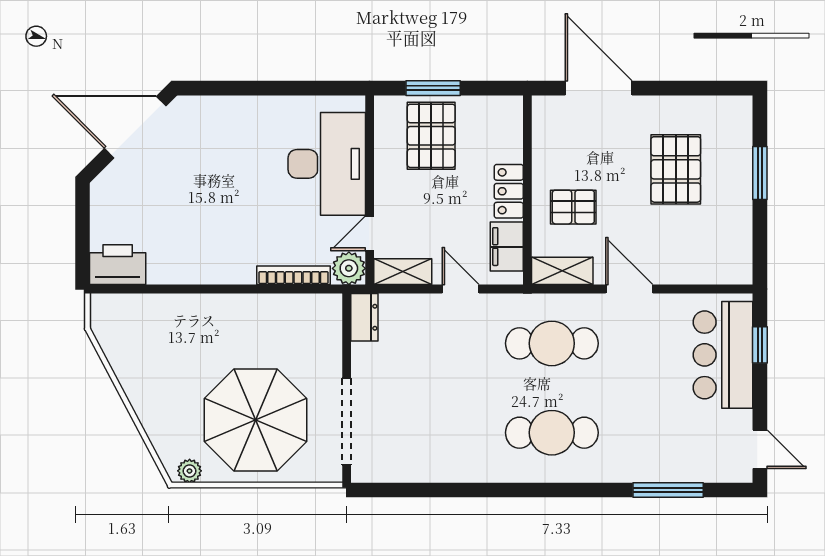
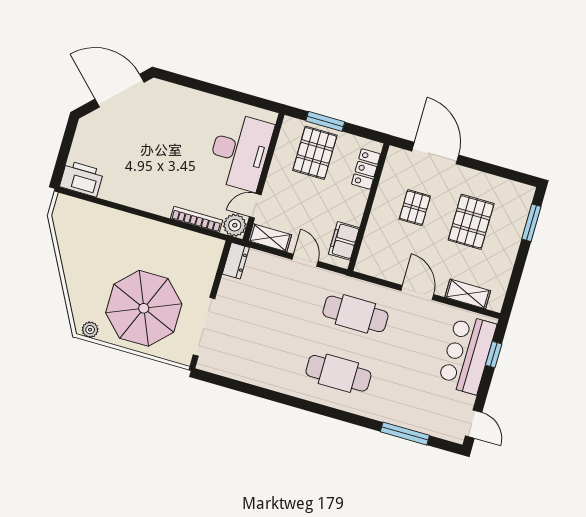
window: (760, 173) -> (531, 223), moved
locker: (509, 191) -> (366, 169), moved
pallet: (573, 207) -> (415, 208), moved, turned 90
shelving: (562, 271) -> (468, 294), moved

